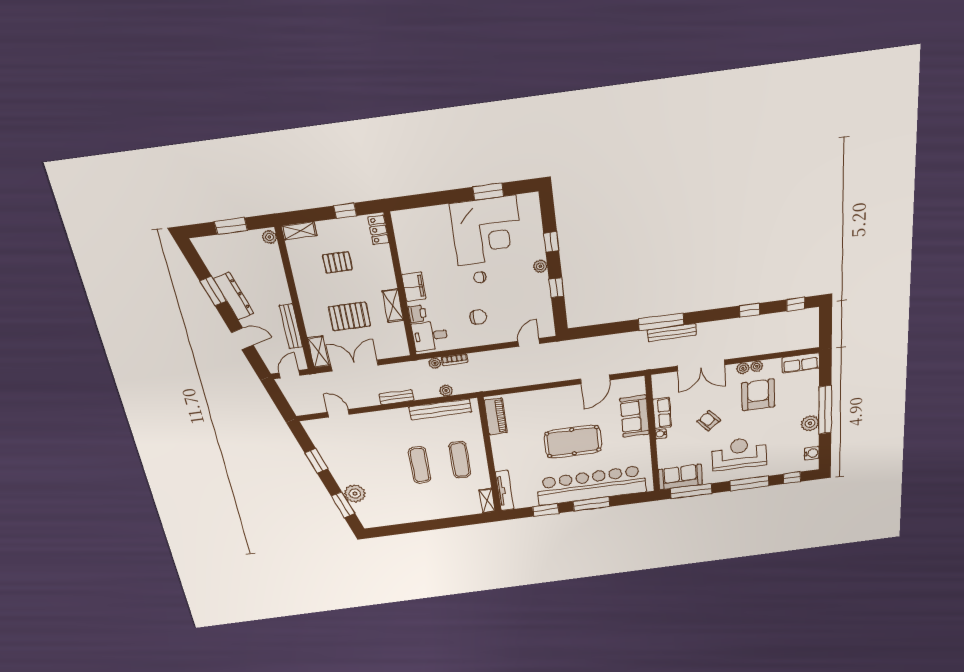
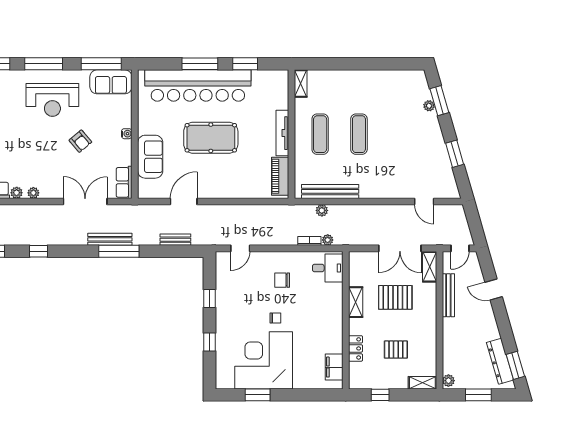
locker: (378, 230) -> (355, 348), moved
plant: (540, 266) -> (221, 321), removed
filing cabinet: (414, 287) -> (334, 367), moved
window: (213, 291) -> (515, 365), moved
dresser: (234, 296) -> (500, 361), moved
printer: (417, 314) -> (335, 291), removed
plant: (743, 368) -> (17, 193), moved
armchair: (758, 395) -> (33, 162), removed
bench: (396, 397) -> (175, 240), moved
row of seats: (662, 413) -> (124, 182), moved
tv unit: (505, 491) -> (282, 133), moved
plant: (355, 494) -> (429, 106), width x0.53, depth x0.53

